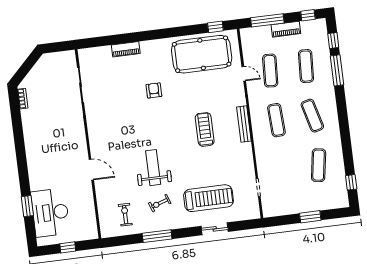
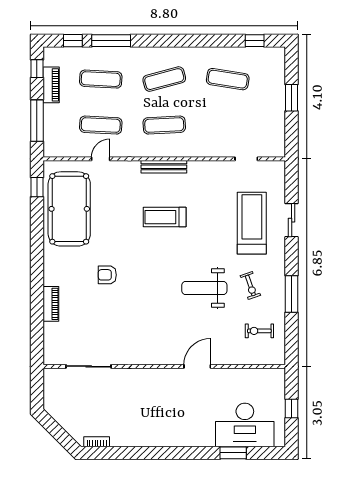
piano: (286, 29) -> (51, 85), moved

